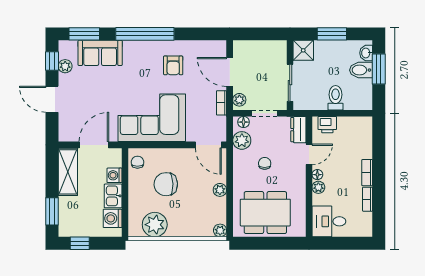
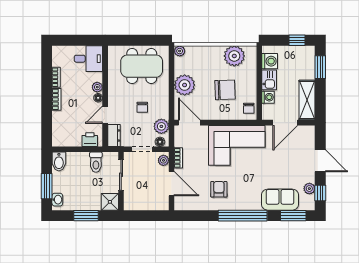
bidet: (361, 70) -> (59, 161), moved, turned 90
toilet: (336, 98) -> (96, 162), moved
plant: (220, 190) -> (185, 85), width x1.87, depth x1.87

